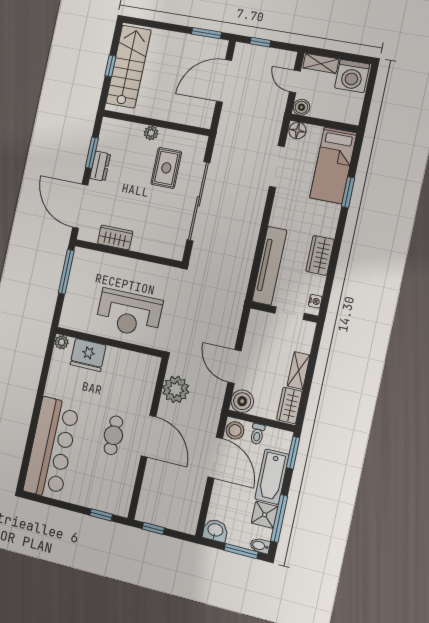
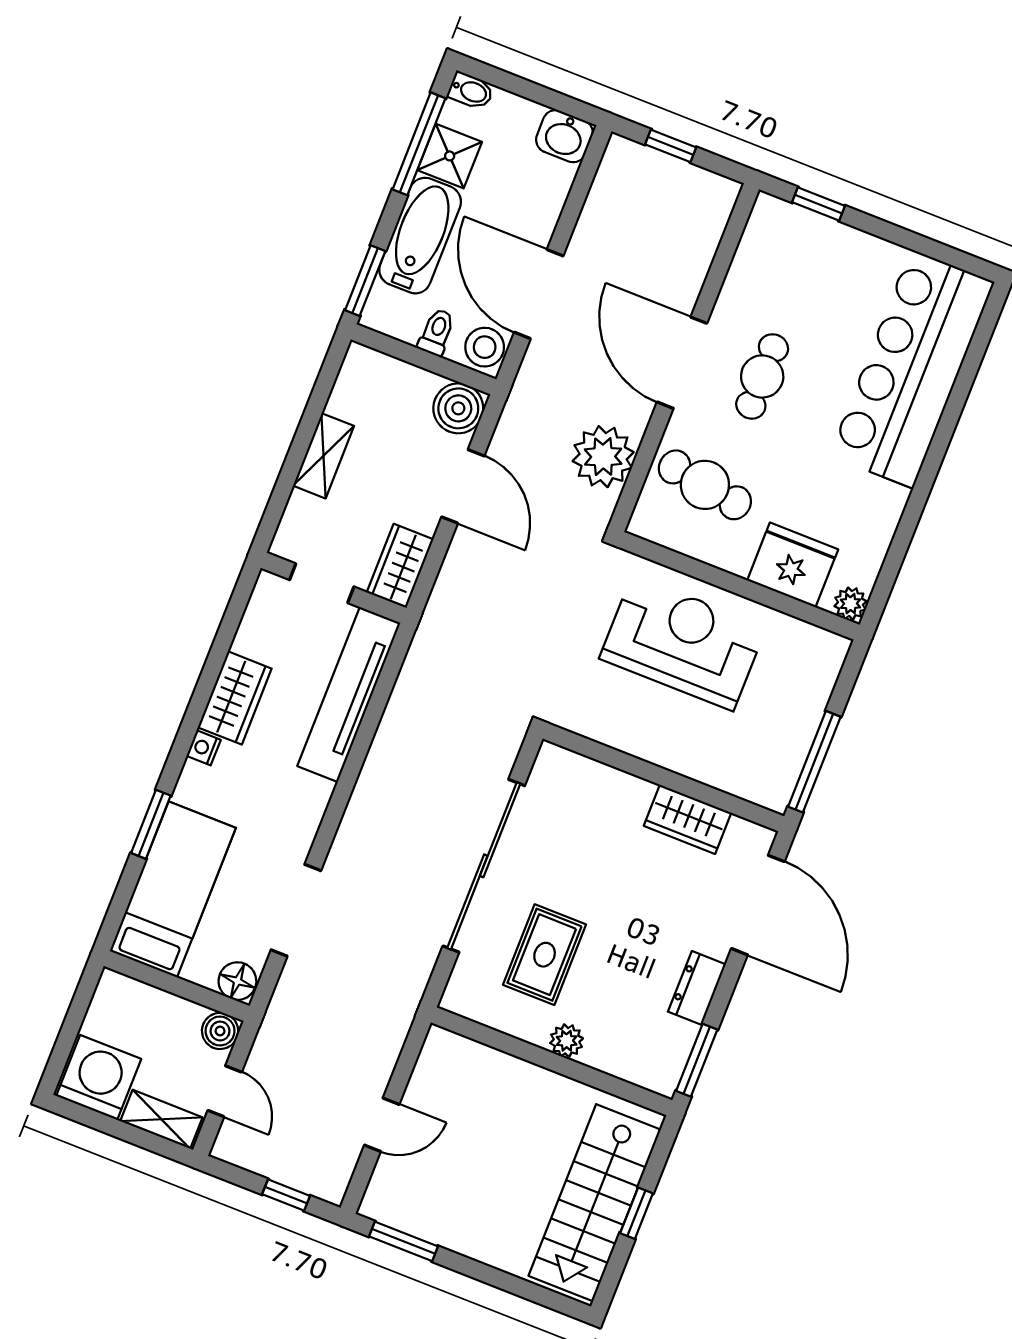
door: (224, 81) -> (382, 1125), width x0.53
window: (92, 153) -> (697, 1060), moved
nightstand: (315, 301) -> (204, 748), moved
cafe table: (130, 384) -> (705, 485), added
wardrobe: (289, 405) -> (400, 566), moved, turned 180
window: (153, 528) -> (671, 146), moved
window: (241, 551) -> (514, 84), removed

